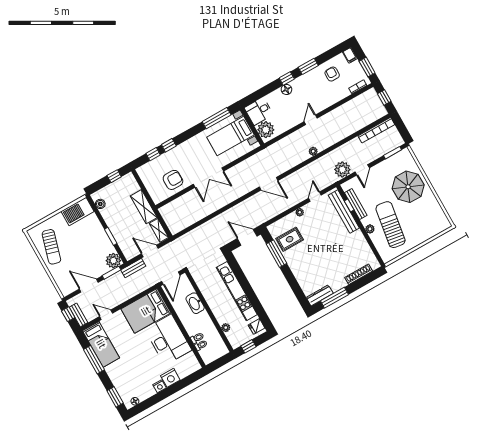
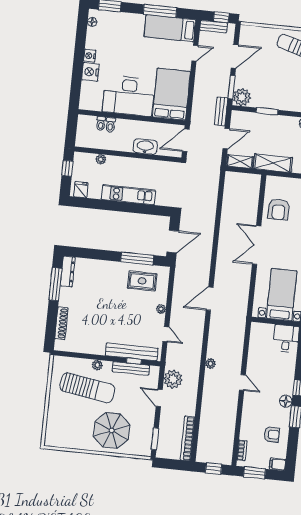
floor lamp: (286, 89) -> (286, 401), moved
plant: (266, 130) -> (263, 333), removed
rug: (290, 239) -> (142, 281), turned 90
door: (171, 278) -> (186, 140), hinge flipped
kitchen unit: (237, 291) -> (128, 195), width x0.73

